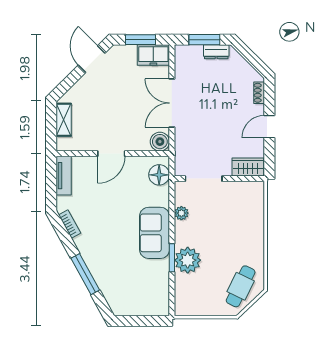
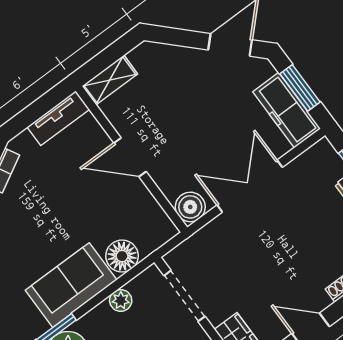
freezer: (153, 55) -> (287, 110), width x1.40
shelving: (64, 120) -> (110, 80), moved
floor lamp: (159, 175) -> (122, 256), moved

